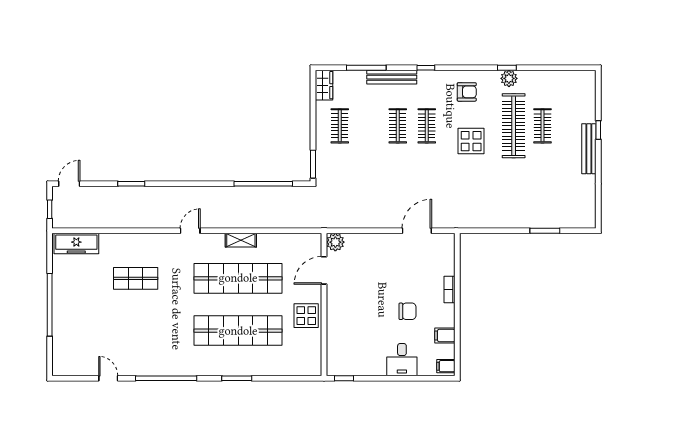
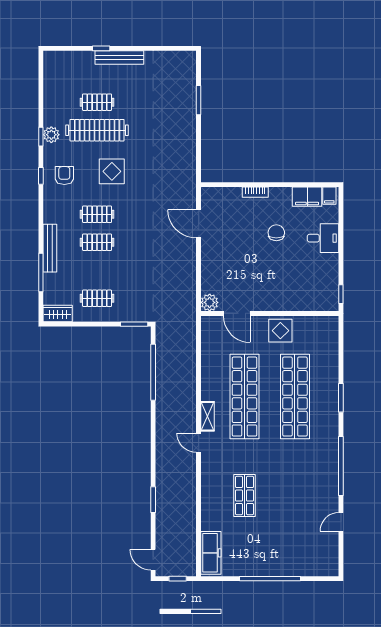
window: (426, 68) -> (41, 176), moved
shelving: (241, 240) -> (207, 416), moved
filing cabinet: (445, 336) -> (307, 197), width x2.00

